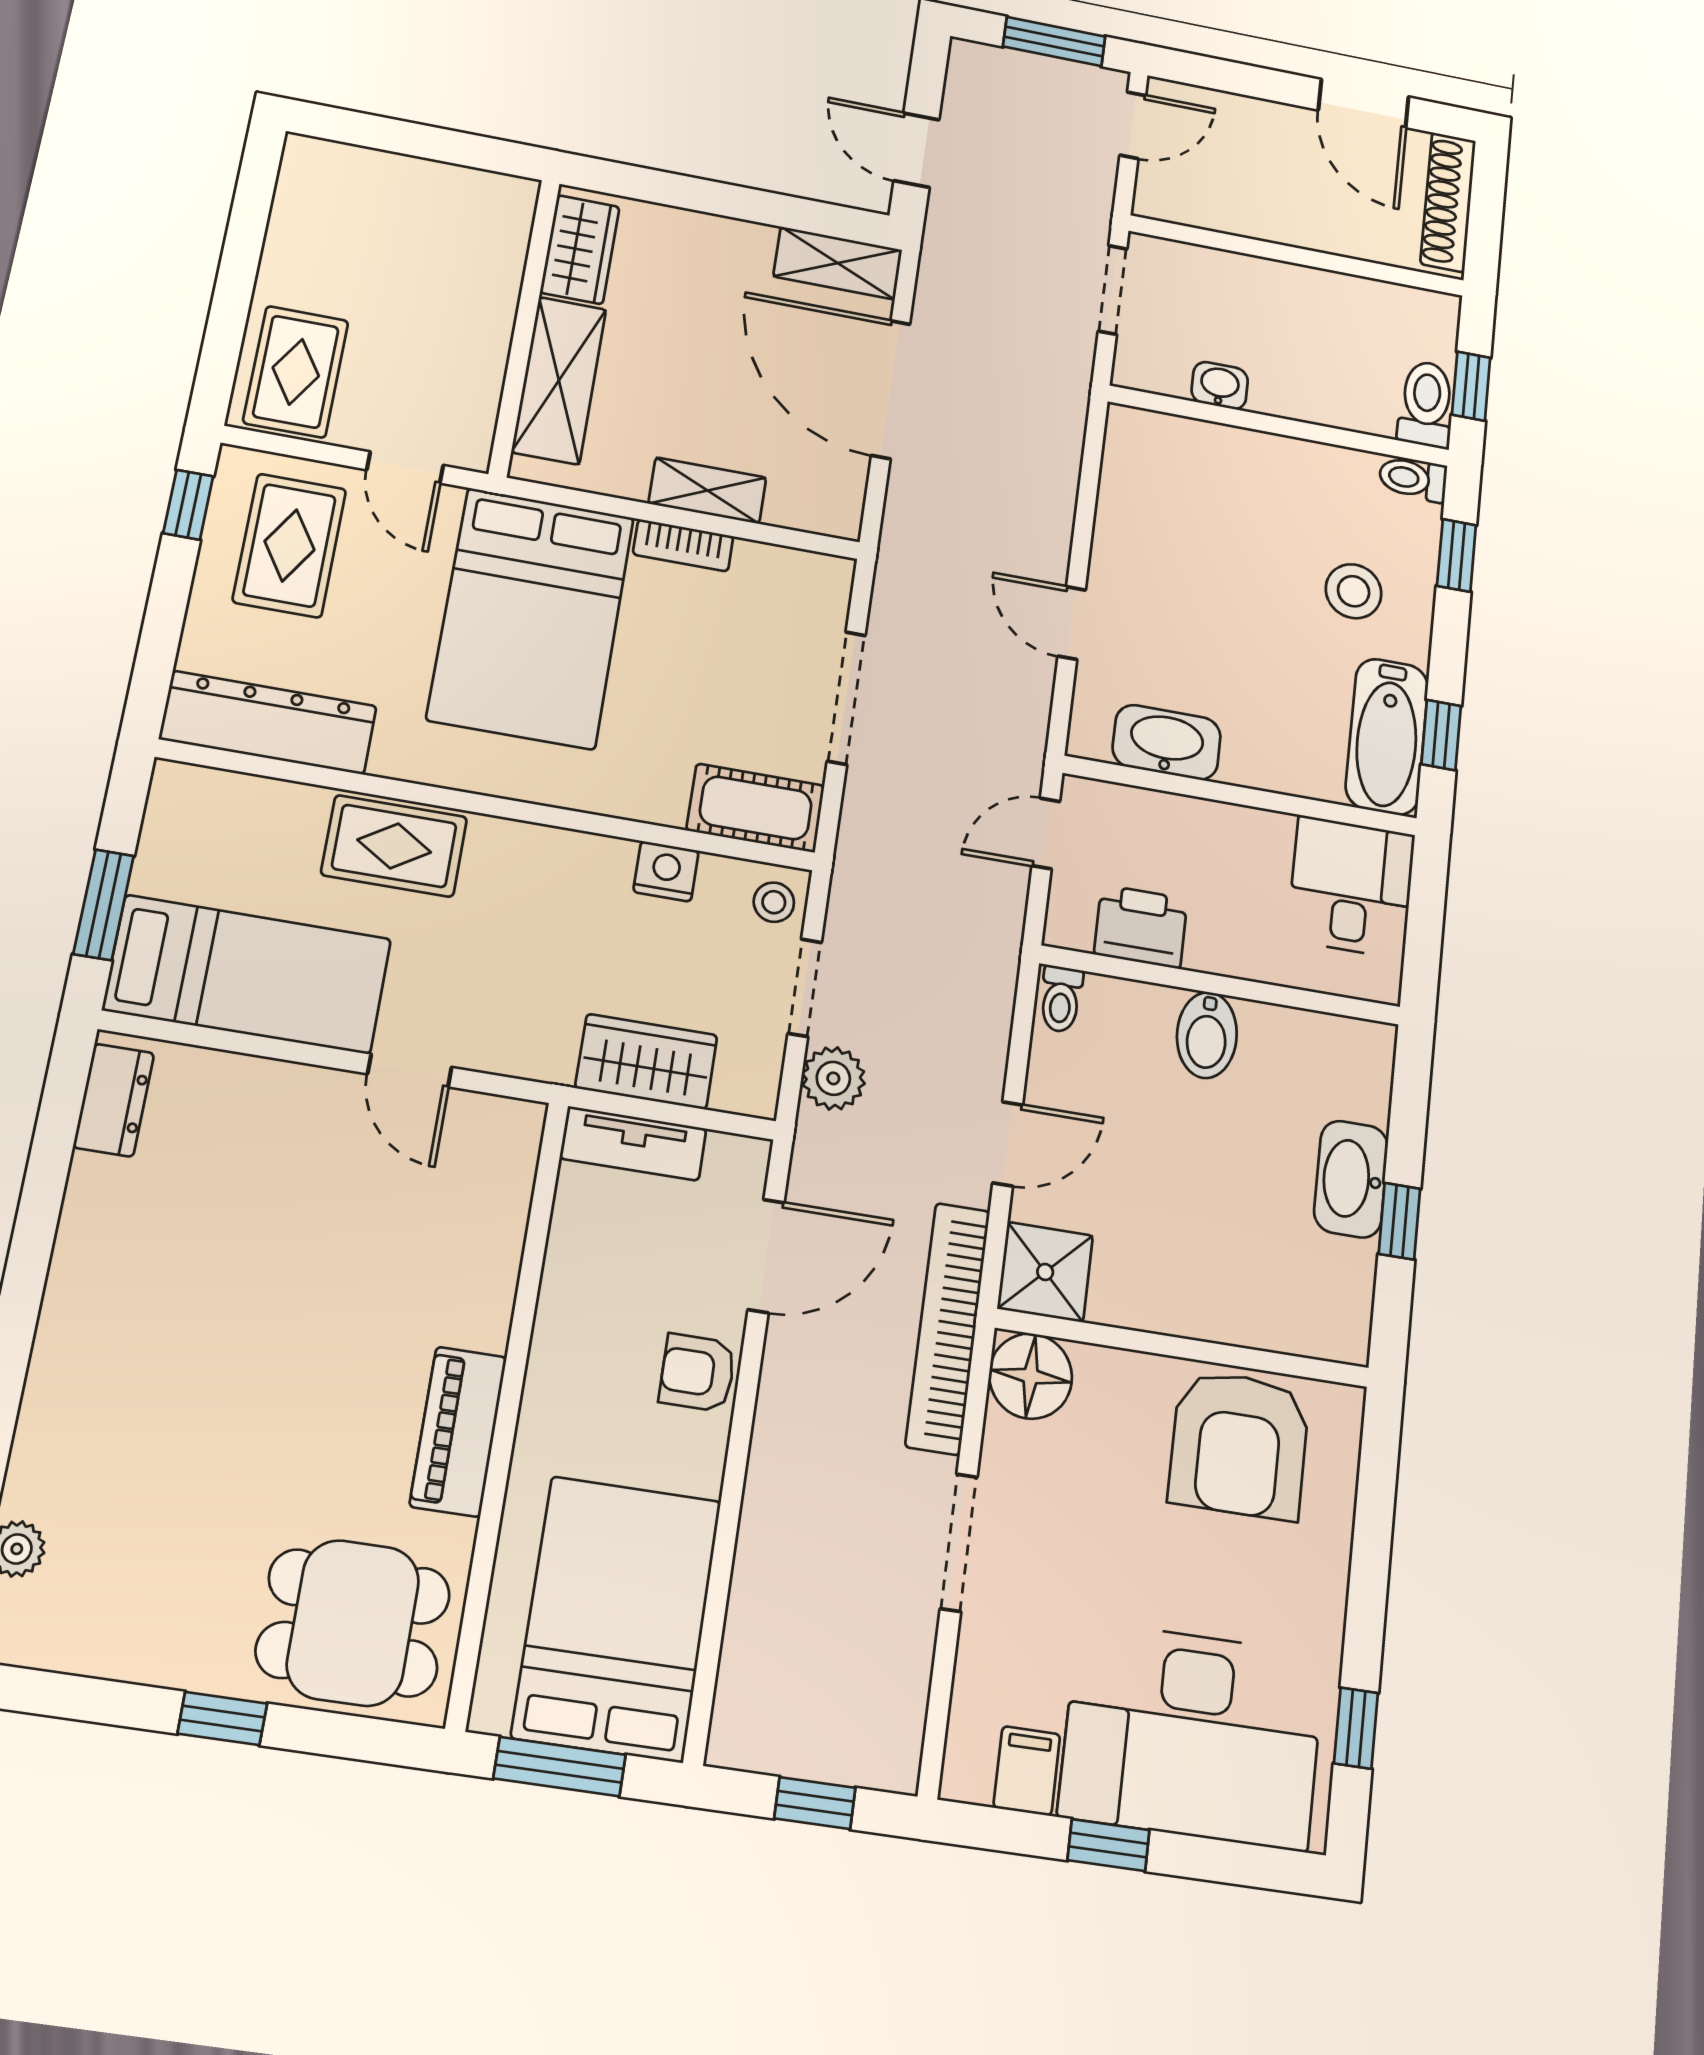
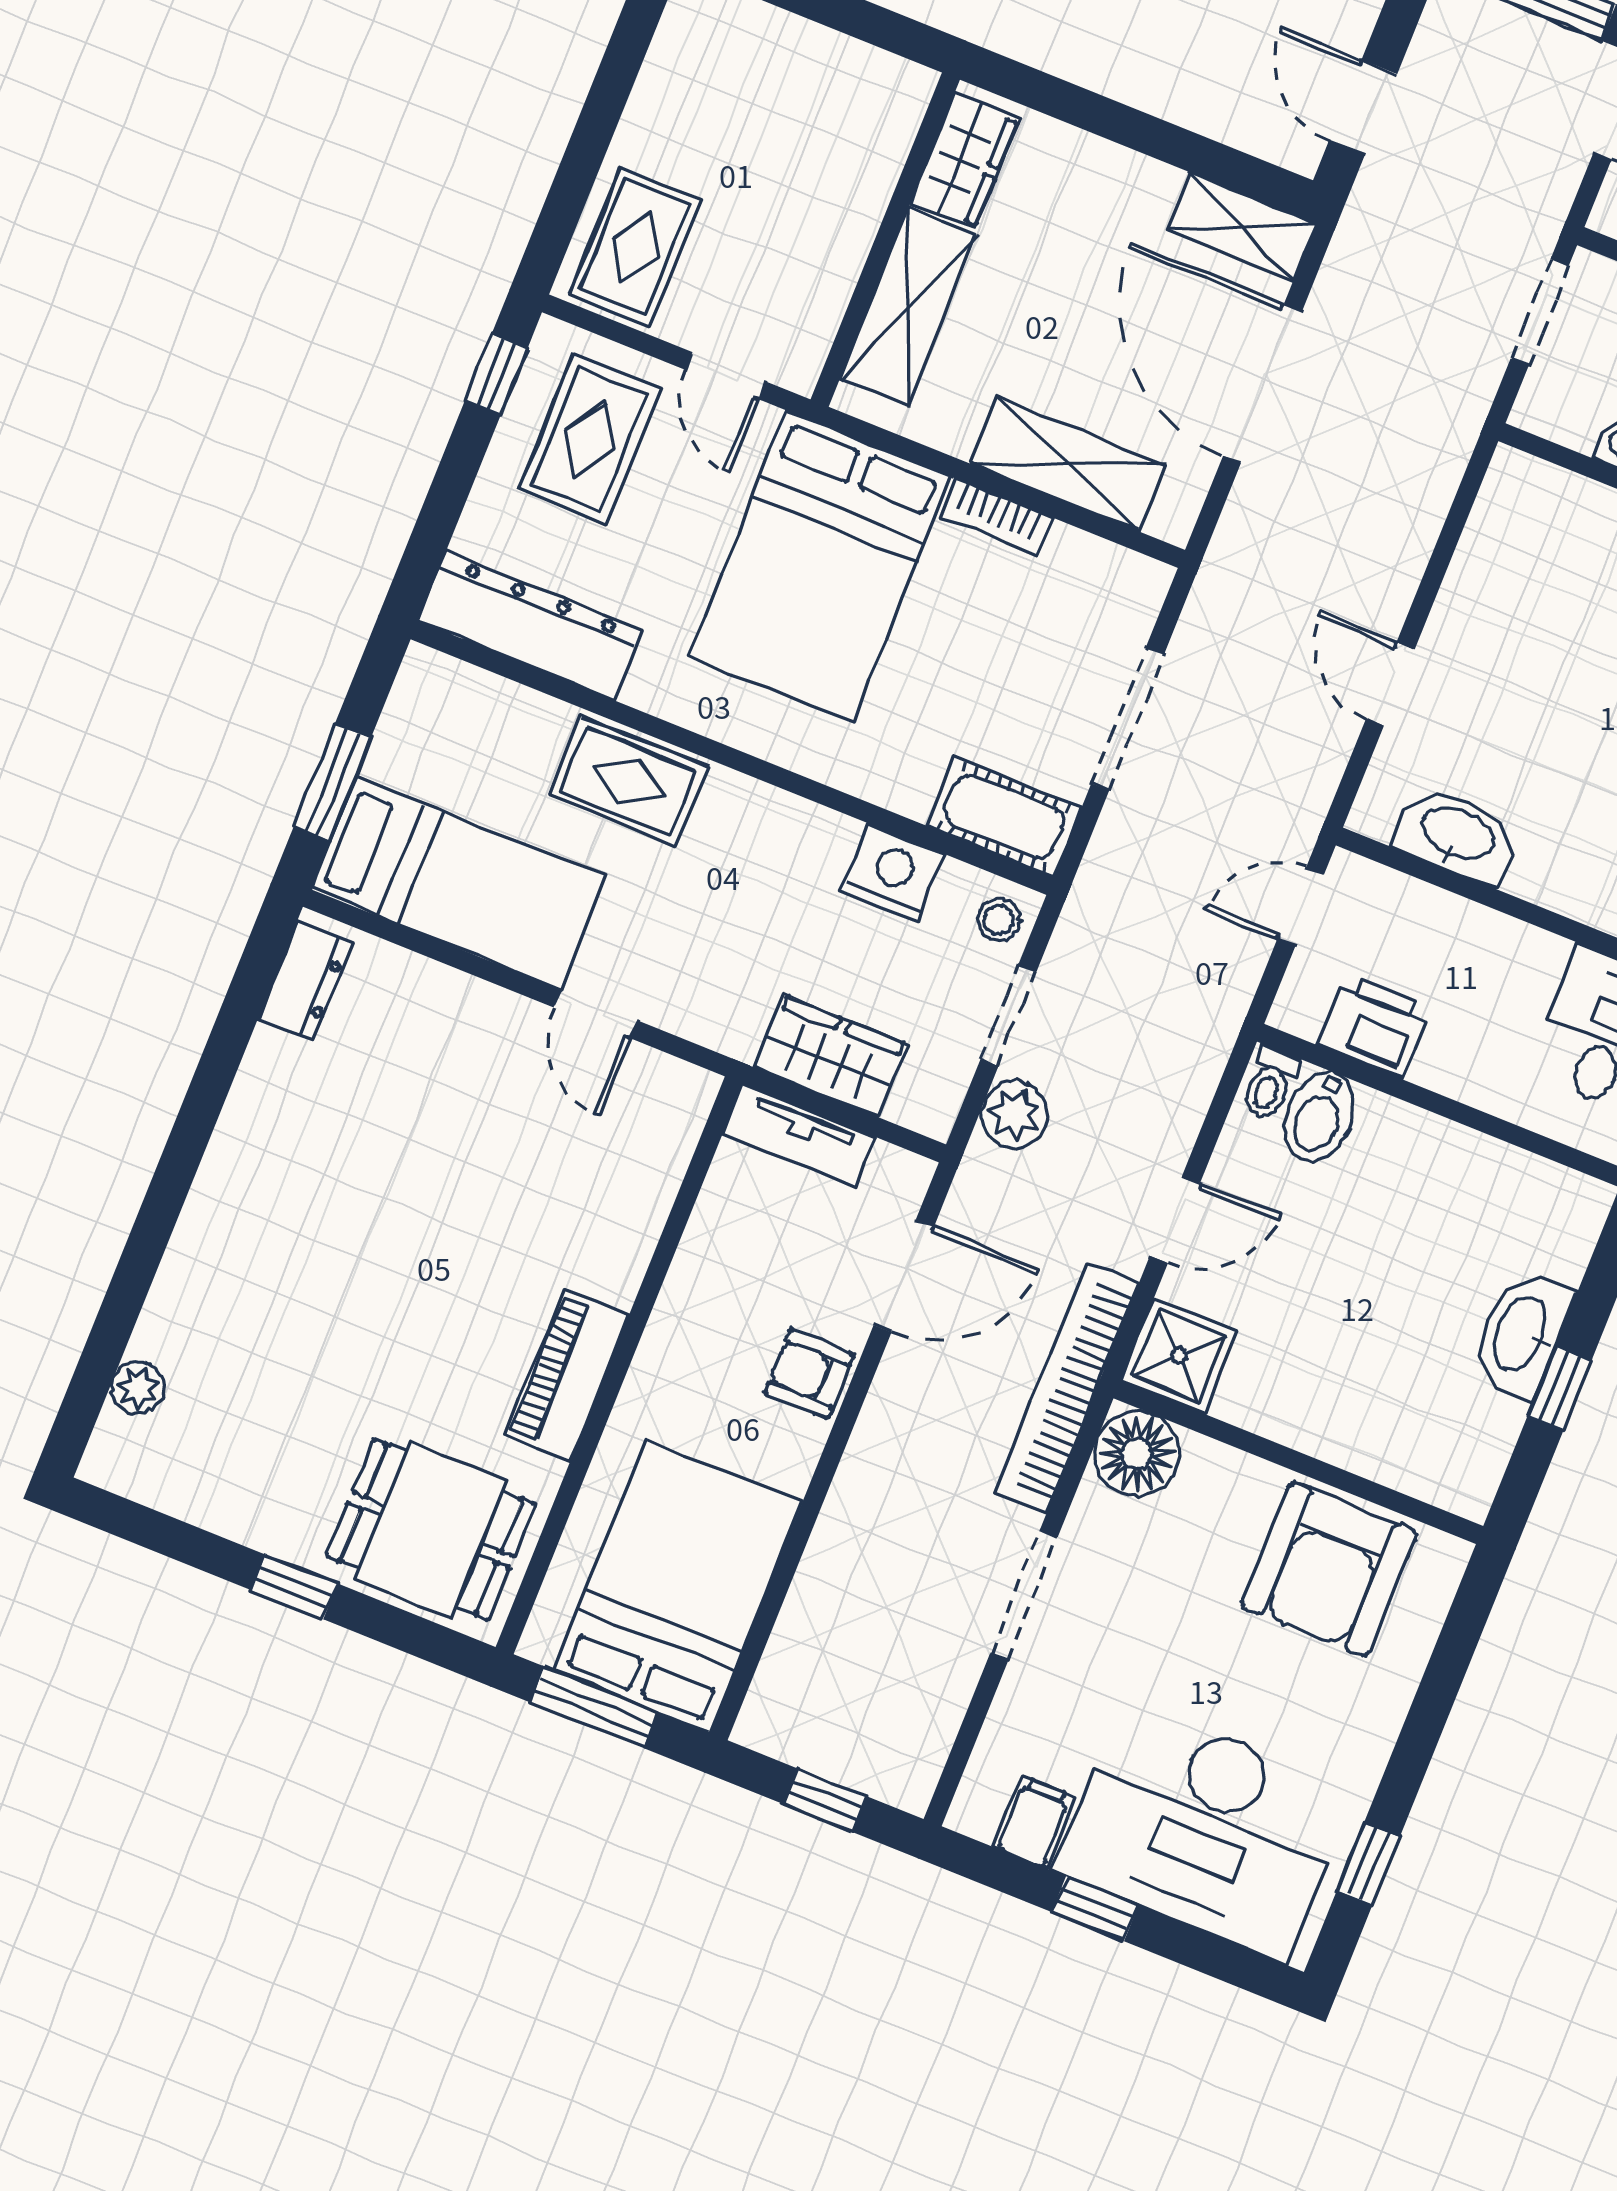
shelving: (707, 491) -> (1068, 464), width x1.50, depth x1.33
nightstand: (666, 871) -> (893, 873), width x1.36, depth x1.33
bidet: (1207, 1035) -> (1319, 1116), moved

